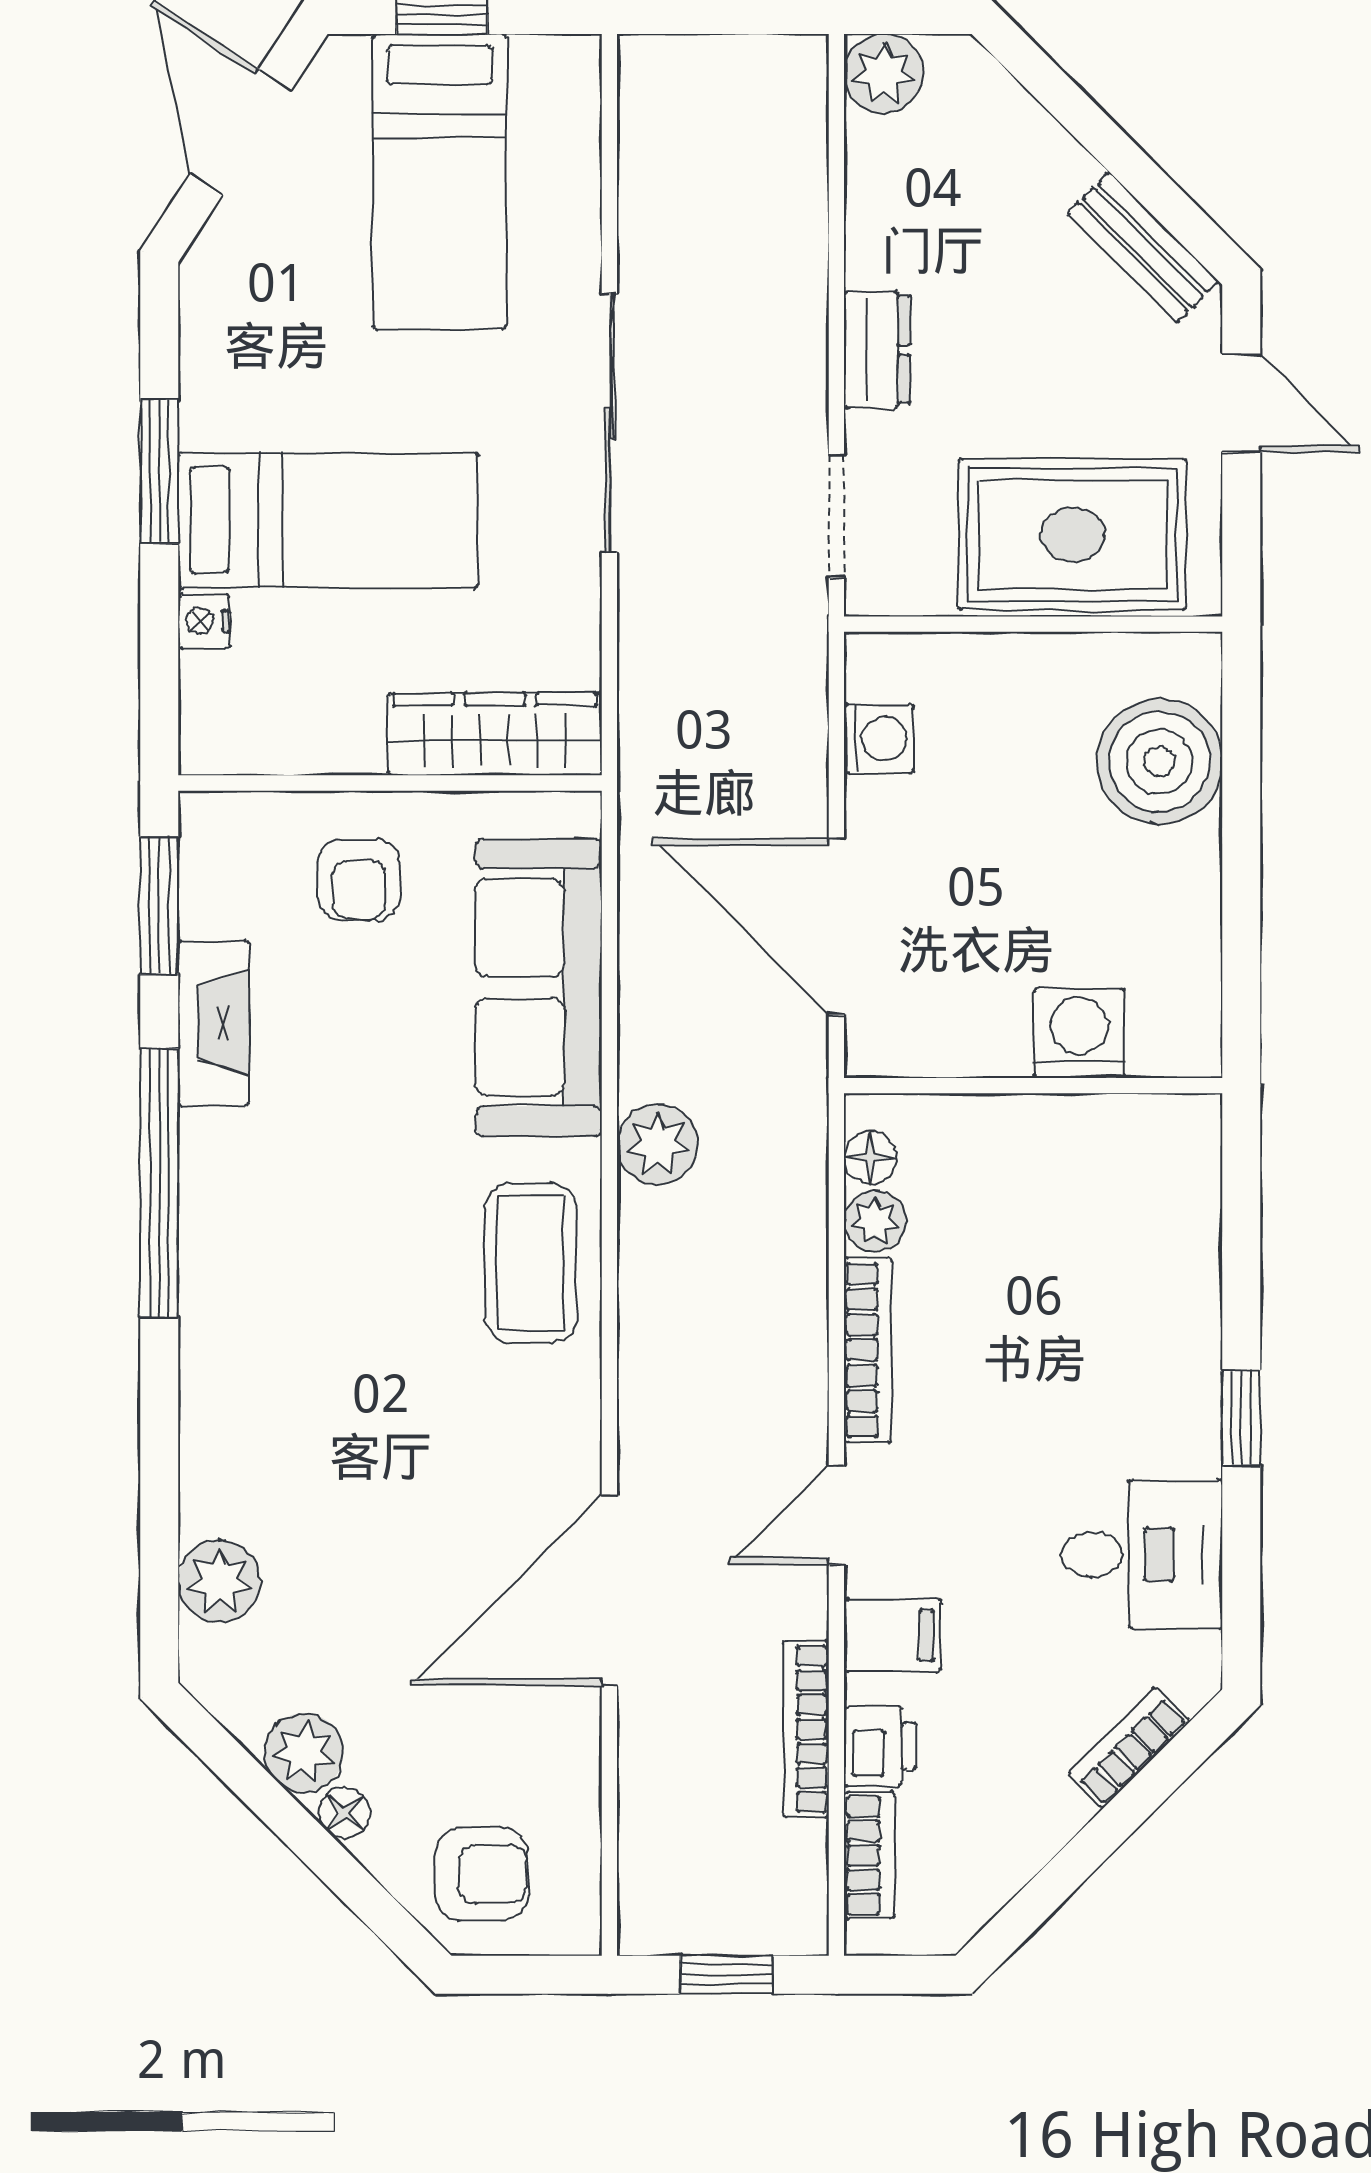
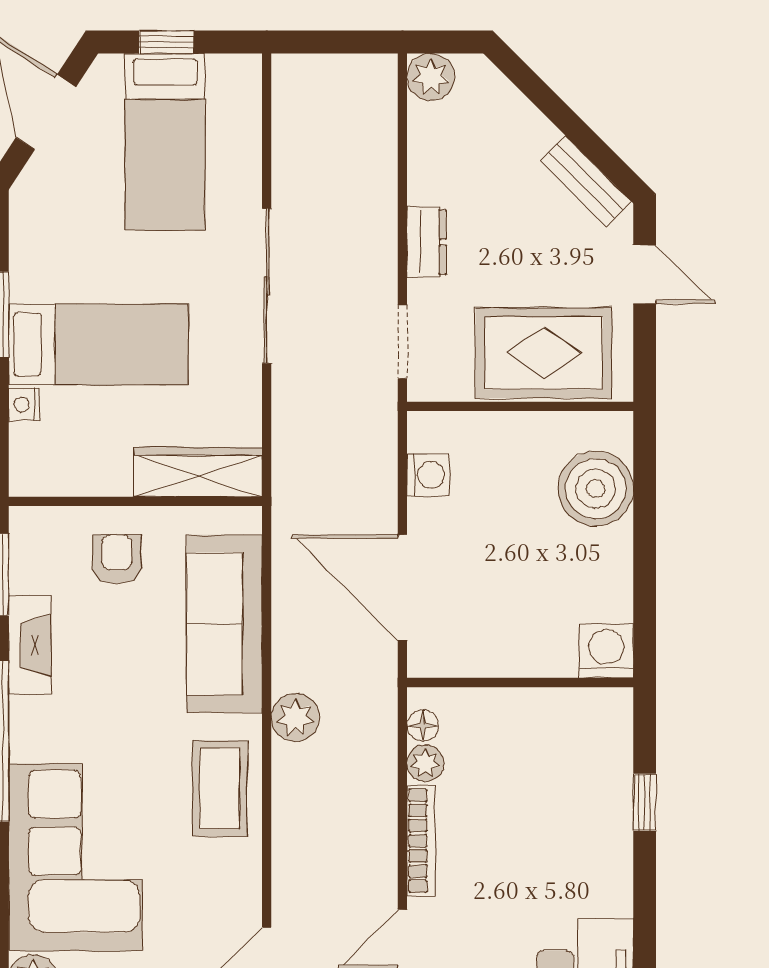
armchair: (359, 880) -> (117, 559), turned 180
washing machine: (1079, 1033) -> (606, 651), moved
corner sofa: (290, 1378) -> (76, 857), added
window: (1241, 1418) -> (645, 802), moved

